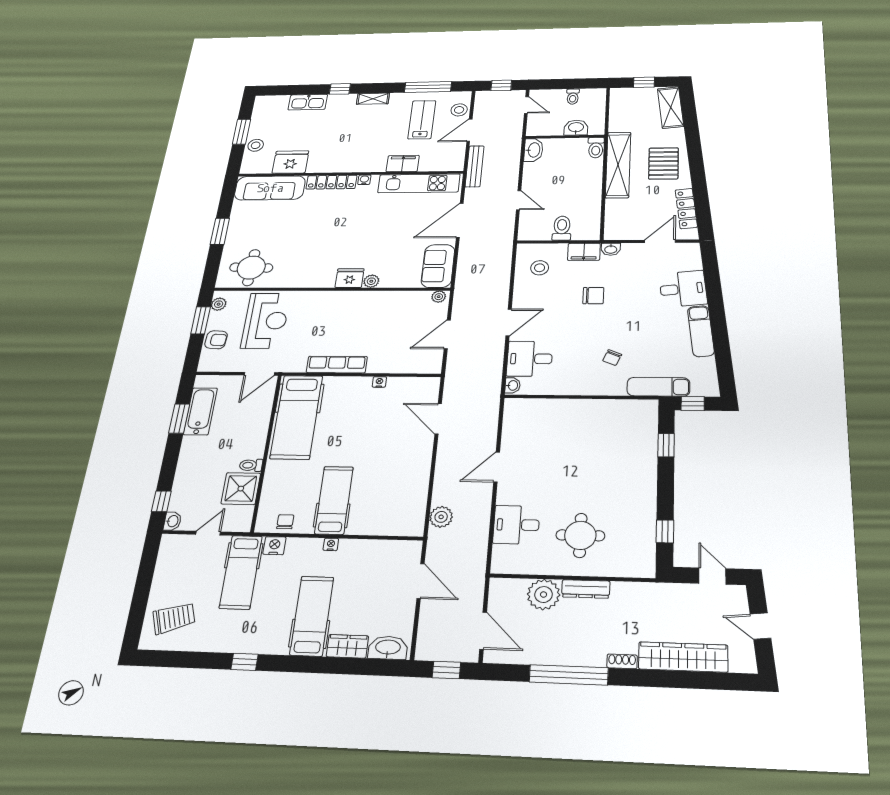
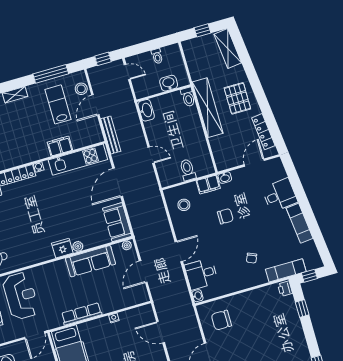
sofa: (380, 303) -> (91, 261), added
printer: (649, 411) -> (285, 289), added
chair: (535, 427) -> (221, 320), added

